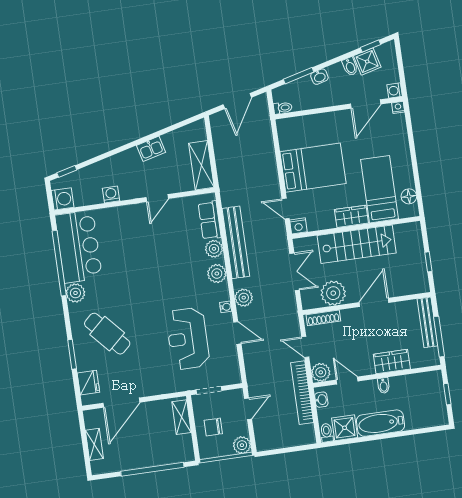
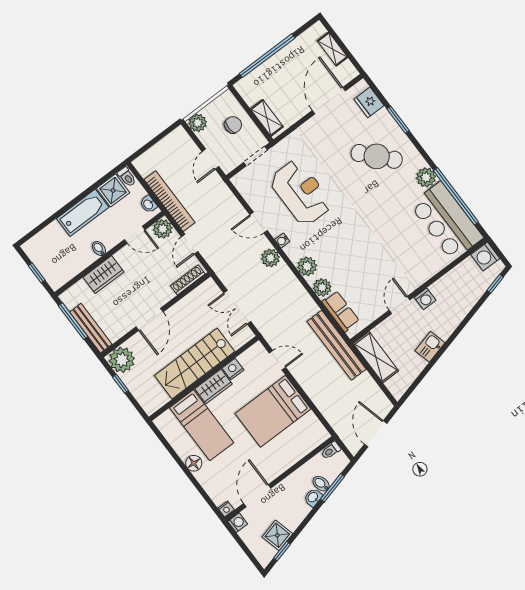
bidet: (350, 66) -> (321, 484), moved
washing machine: (111, 194) -> (425, 299), moved
floor lamp: (409, 196) -> (194, 463), moved
nightstand: (298, 226) -> (233, 369), moved
bench: (236, 242) -> (337, 345), moved
plant: (333, 293) -> (122, 360), moved
door: (305, 347) -> (190, 244), swing flipped

